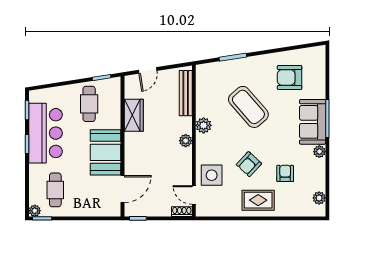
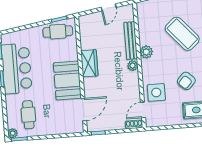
door: (148, 70) -> (109, 7), moved
bench: (186, 93) -> (131, 41), moved
cafe table: (89, 104) -> (58, 32), moved, turned 90
wardrobe: (134, 115) -> (89, 63), moved
door: (194, 195) -> (143, 110), hinge flipped

